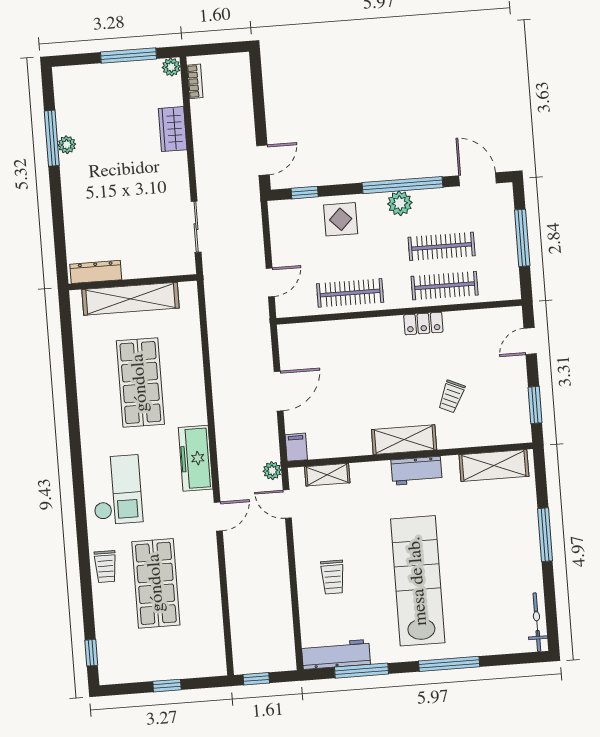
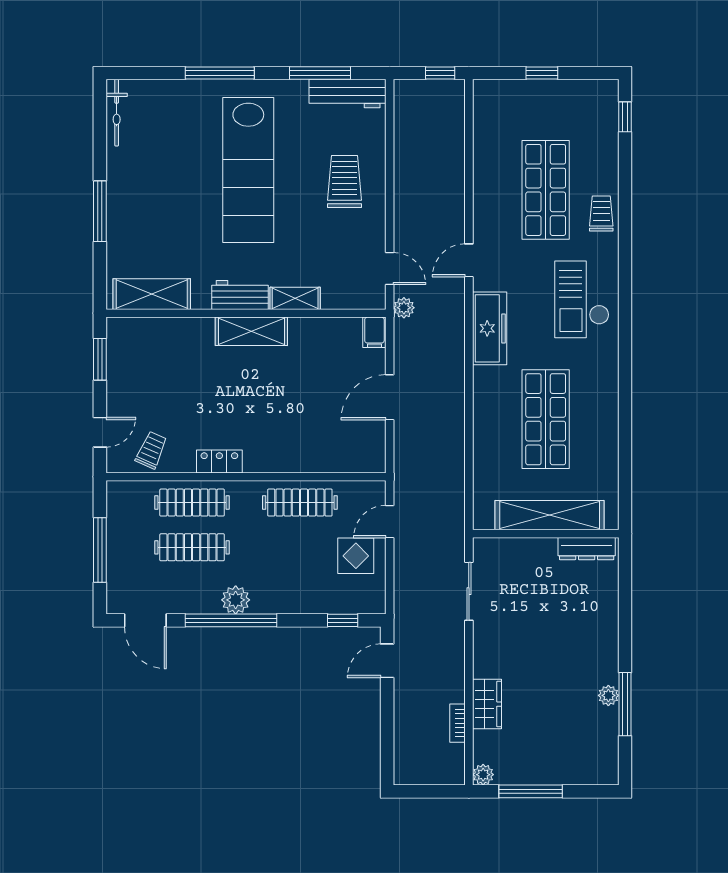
bookcase: (195, 81) -> (457, 723), moved
display table: (341, 219) -> (356, 556), moved
trolley: (451, 396) -> (151, 450), moved
shelving: (327, 475) -> (295, 298), moved
trolley: (333, 577) -> (344, 182), width x1.36, depth x1.39

